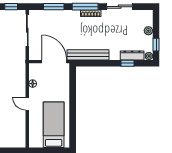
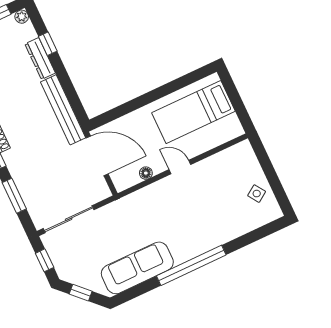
dresser: (132, 55) -> (40, 59), moved
door: (54, 62) -> (97, 156), swing flipped
door: (27, 104) -> (180, 167), swing flipped

